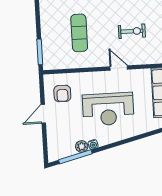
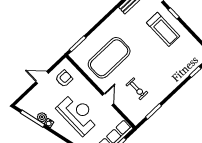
exercise mat: (79, 33) -> (109, 58), width x2.00, depth x1.45
armchair: (62, 93) -> (64, 79), turned 180
reception desk: (108, 109) -> (78, 114), turned 180

